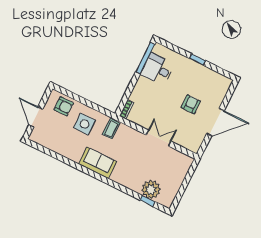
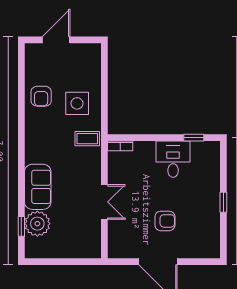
window: (145, 58) -> (194, 138), width x0.46
desk: (157, 69) -> (173, 159), moved
armchair: (64, 106) -> (41, 96), moved
sofa: (98, 163) -> (38, 187), moved

